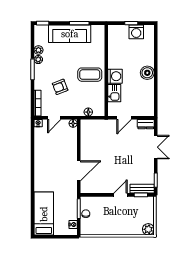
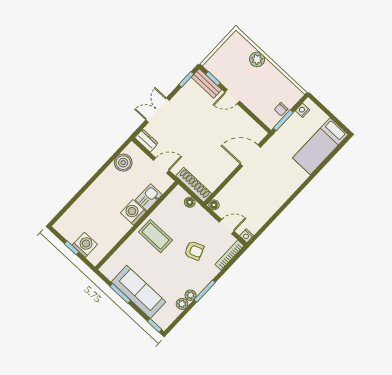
washing machine: (136, 32) -> (85, 245), moved
boiler: (147, 73) -> (123, 163), moved
shoe rack: (95, 124) -> (194, 185), added
plant: (148, 229) -> (257, 59), moved

